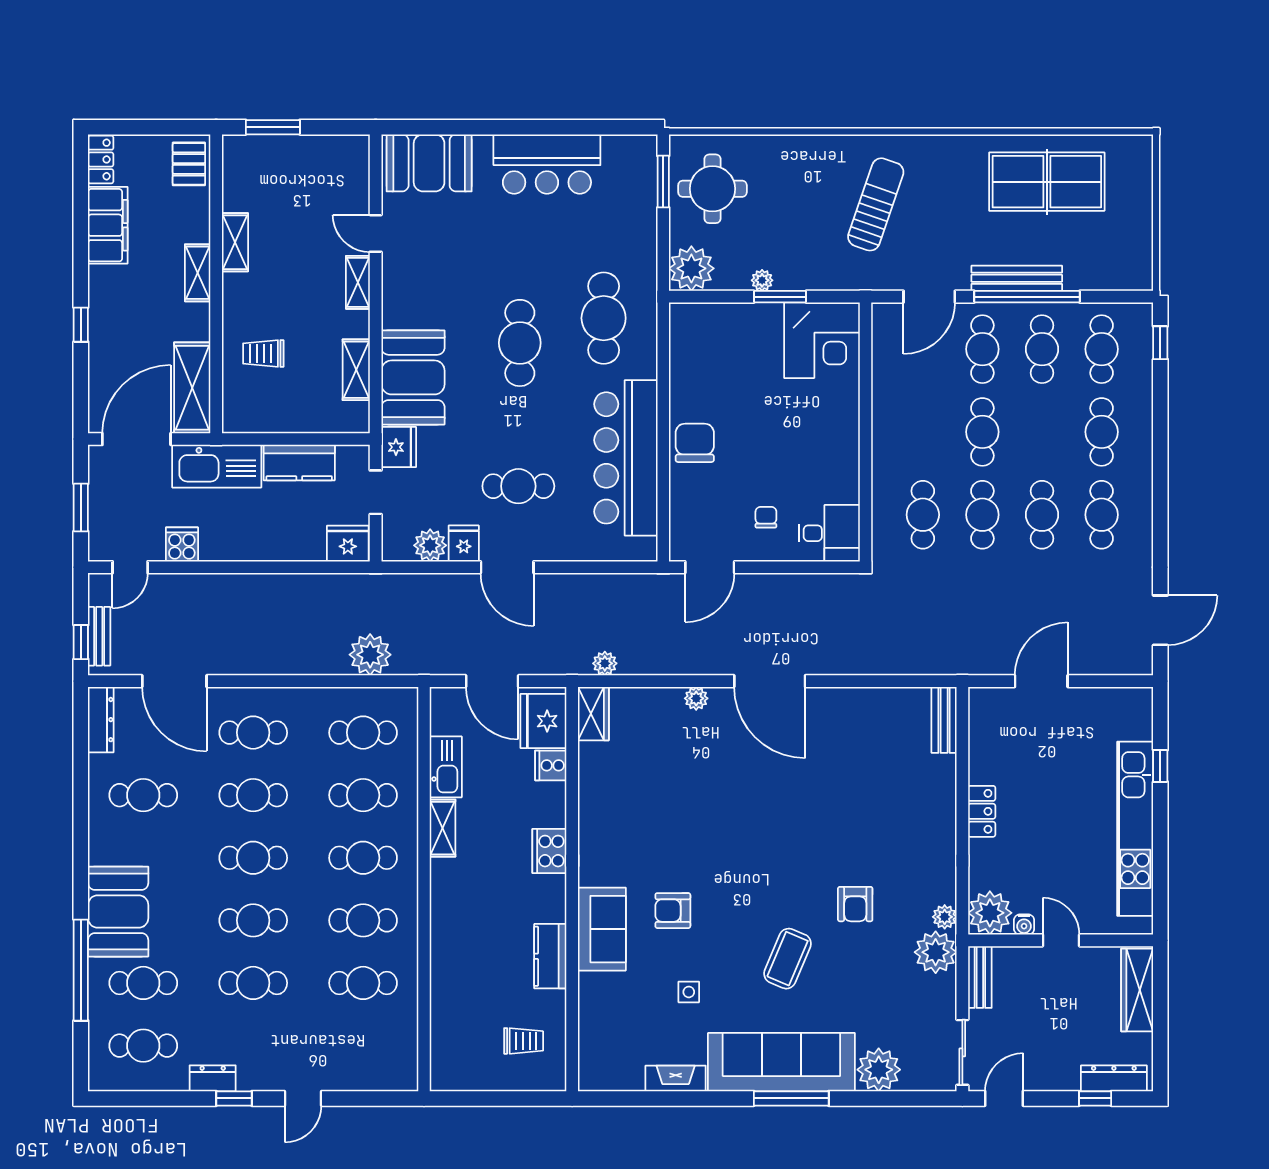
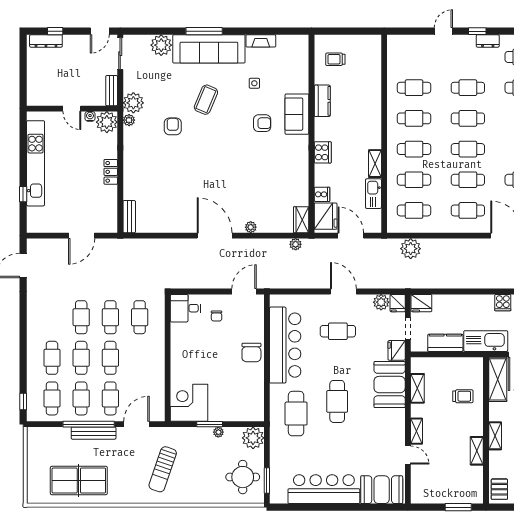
bar counter: (547, 164) -> (324, 489), width x1.36
cafe table: (1102, 515) -> (81, 358), moved
fridge: (464, 543) -> (398, 303), moved
wardrobe: (1137, 990) -> (35, 84), removed

